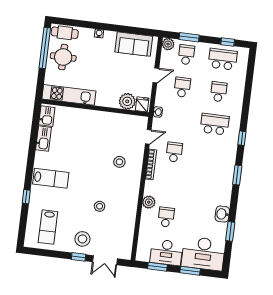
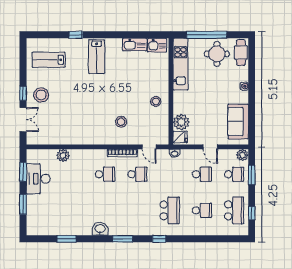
window: (45, 48) -> (207, 35), moved
plant: (149, 202) -> (63, 155), moved
stool: (100, 206) -> (156, 101), moved
washbasin: (222, 214) -> (100, 229), moved
school desk: (166, 217) -> (105, 174), moved
desk: (203, 253) -> (42, 215), removed
double door: (105, 260) -> (23, 120), swing flipped

